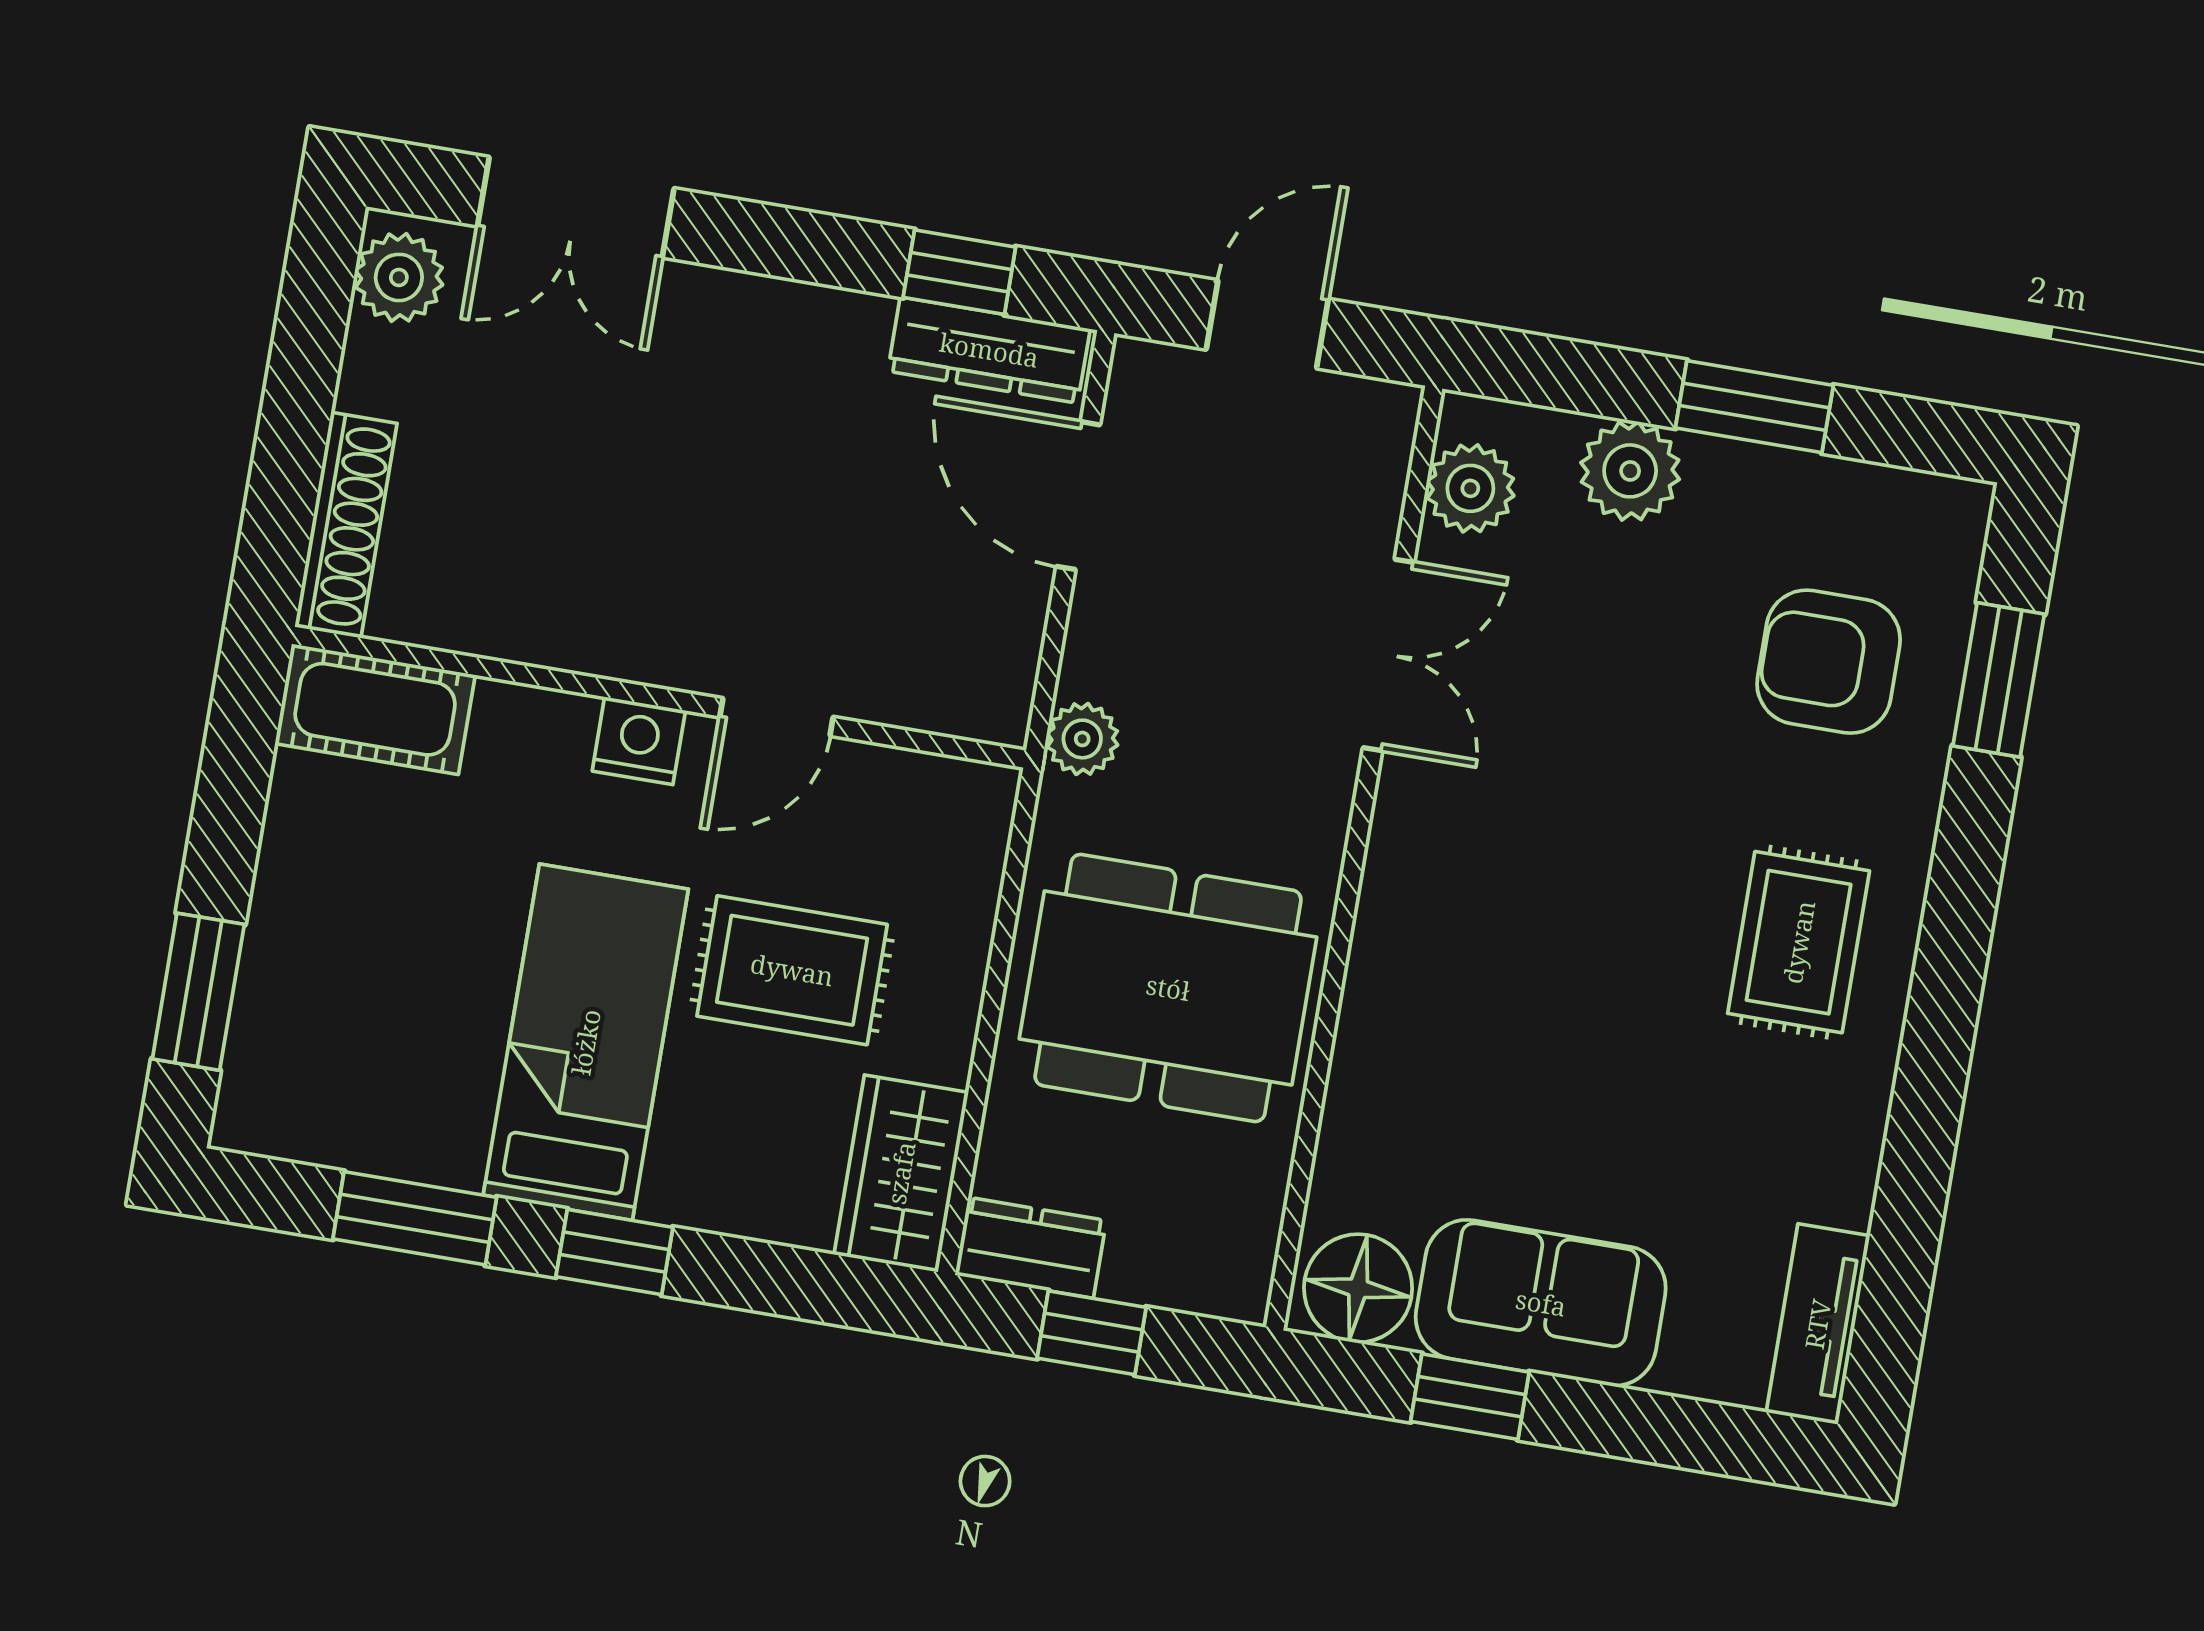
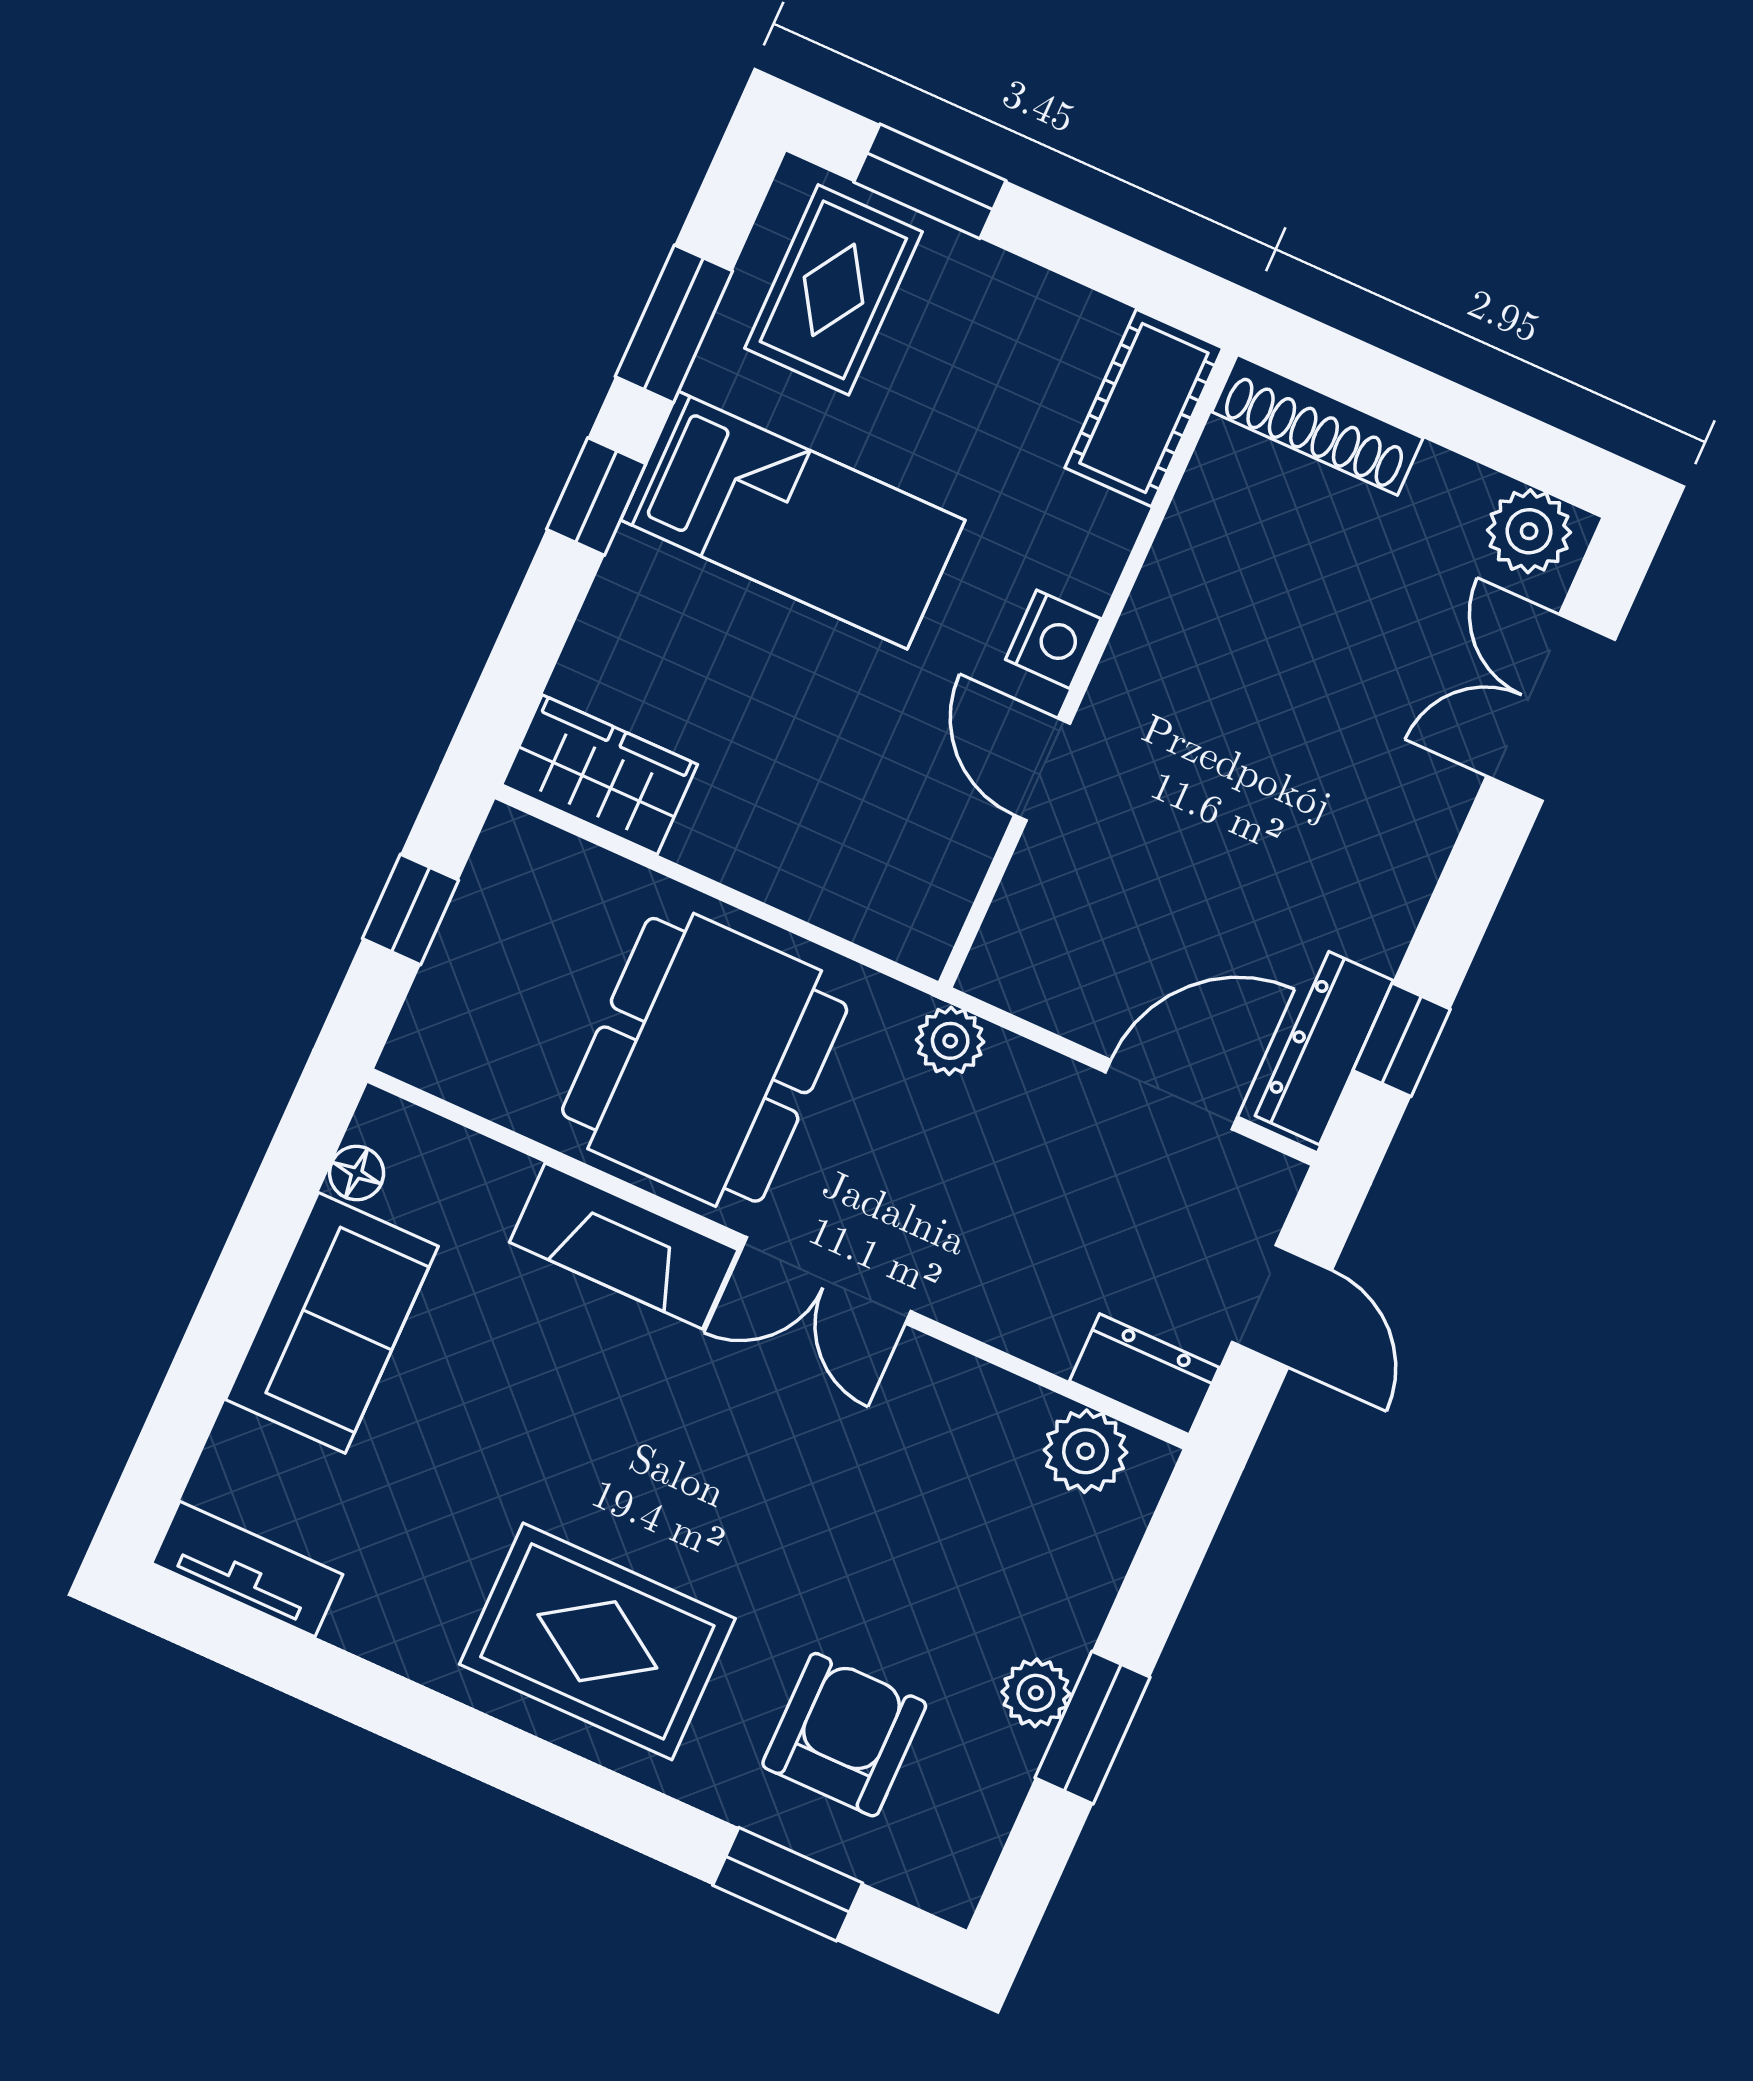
plant: (1630, 471) -> (1036, 1693), moved, width x0.73, depth x0.73
double door: (1389, 655) -> (826, 1280), moved
rug: (1799, 942) -> (597, 1641), width x1.36, depth x1.43
rug: (792, 970) -> (833, 290), moved
fireplace: (1382, 1021) -> (624, 1246), added
dresser: (1031, 1248) -> (1144, 1374), moved, turned -90
floor lamp: (1358, 1288) -> (357, 1173), width x0.53, depth x0.53
window: (1470, 1397) -> (264, 1237), removed

